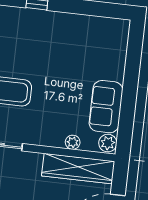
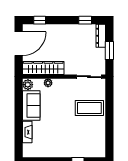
fireplace: (118, 62) -> (27, 132), added

